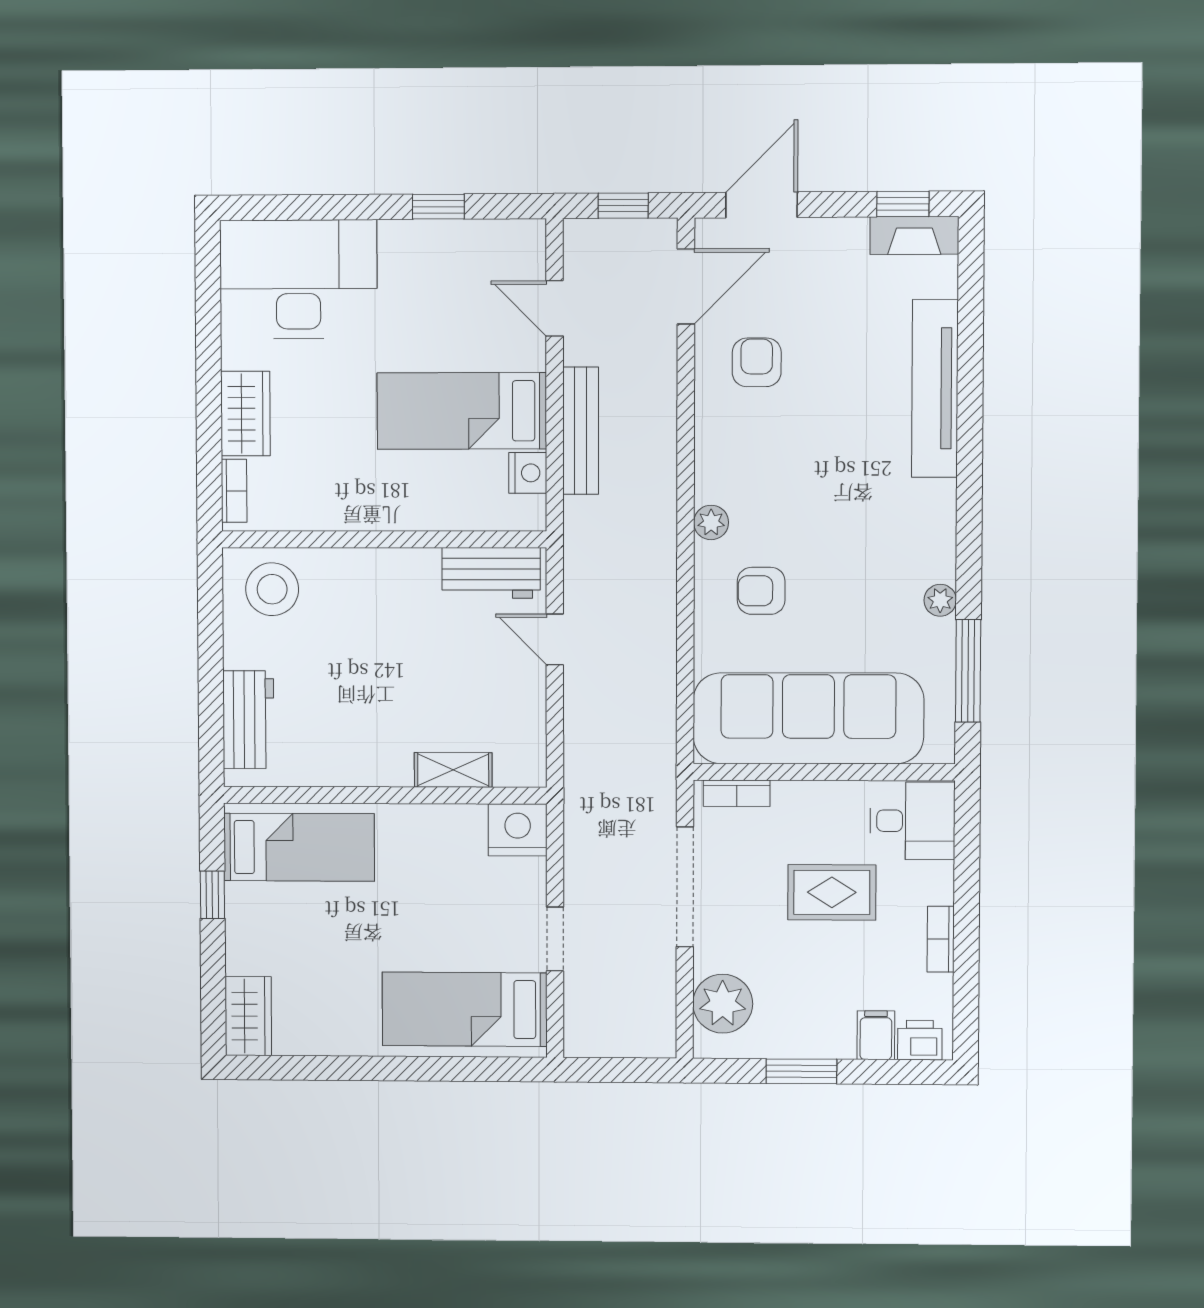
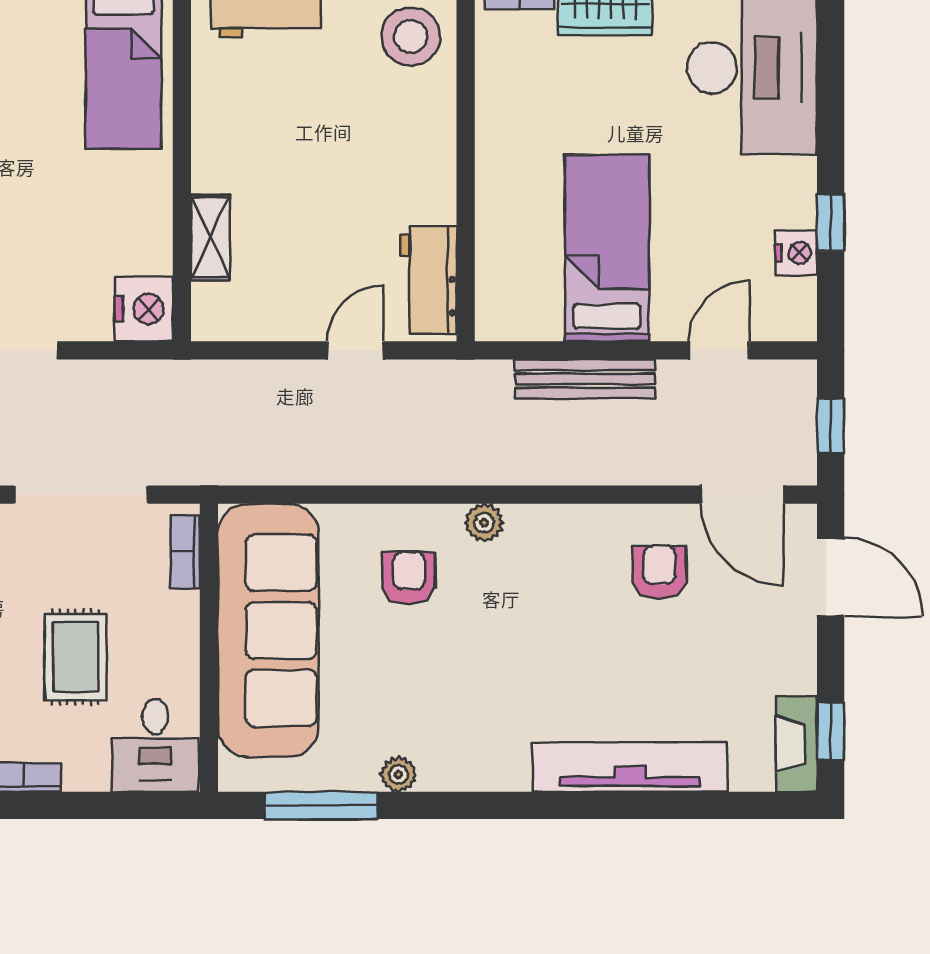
armchair: (757, 362) -> (659, 572), turned -90
nightstand: (528, 473) -> (796, 253), moved, turned -90

